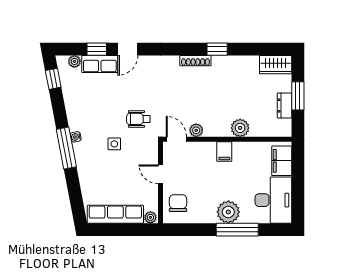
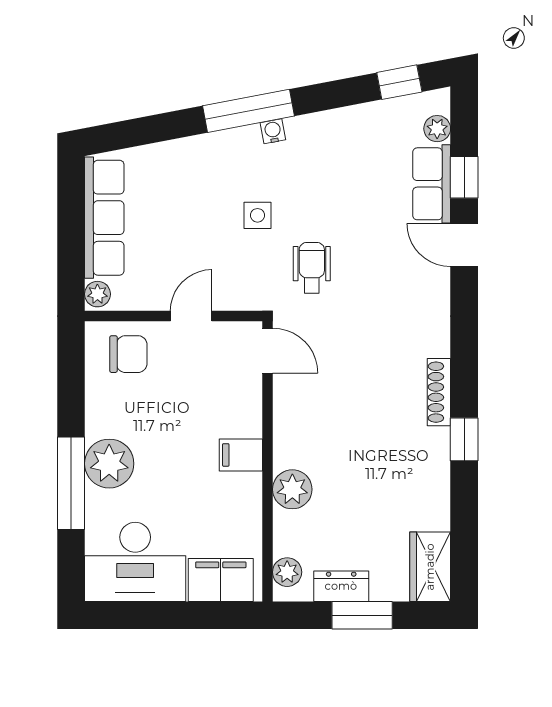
plant: (196, 130) -> (287, 572), moved
door: (176, 139) -> (268, 351), hinge flipped

